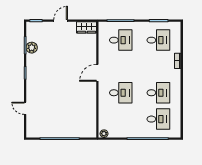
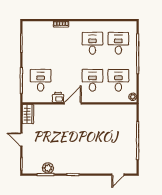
desk: (158, 40) -> (118, 80), moved
printer: (103, 58) -> (58, 97), added
door: (97, 73) -> (73, 103), swing flipped
door: (25, 108) -> (118, 175), moved

